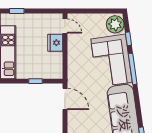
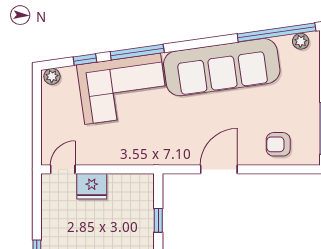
plant: (115, 24) -> (52, 76), width x0.53, depth x0.53
door: (65, 99) -> (219, 169), moved

